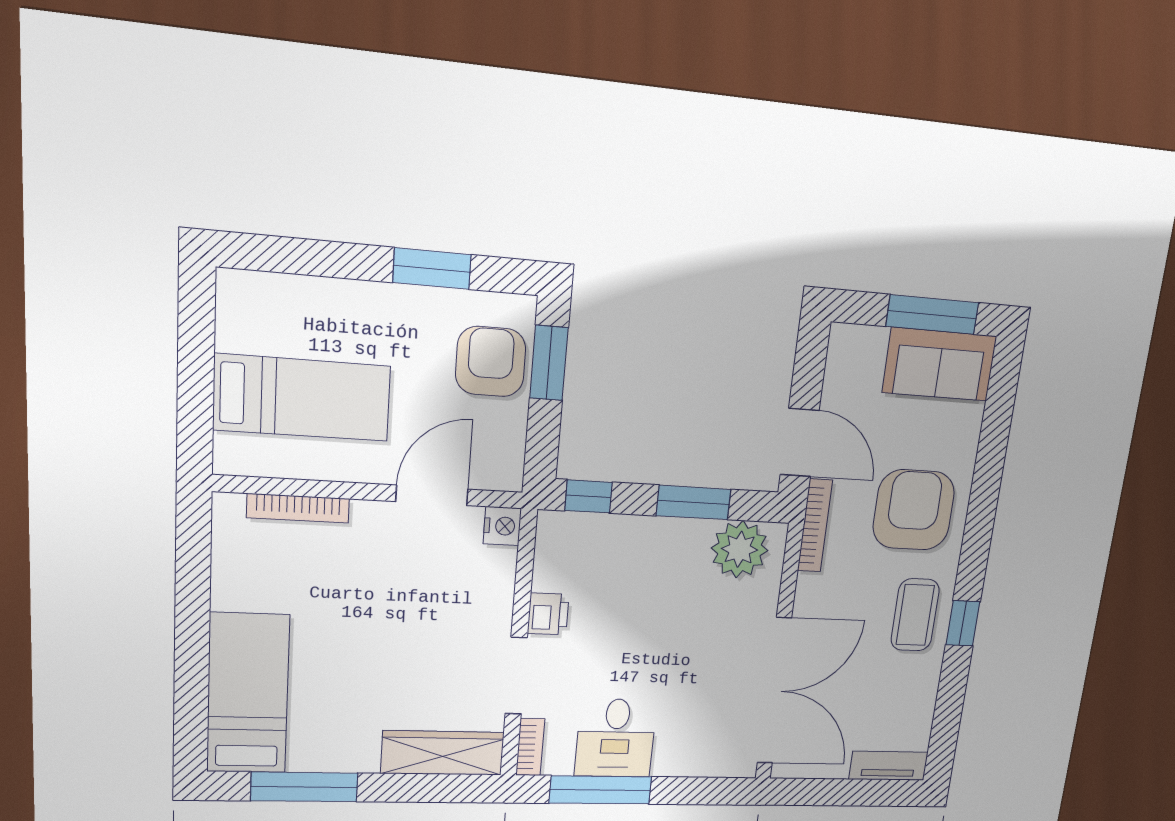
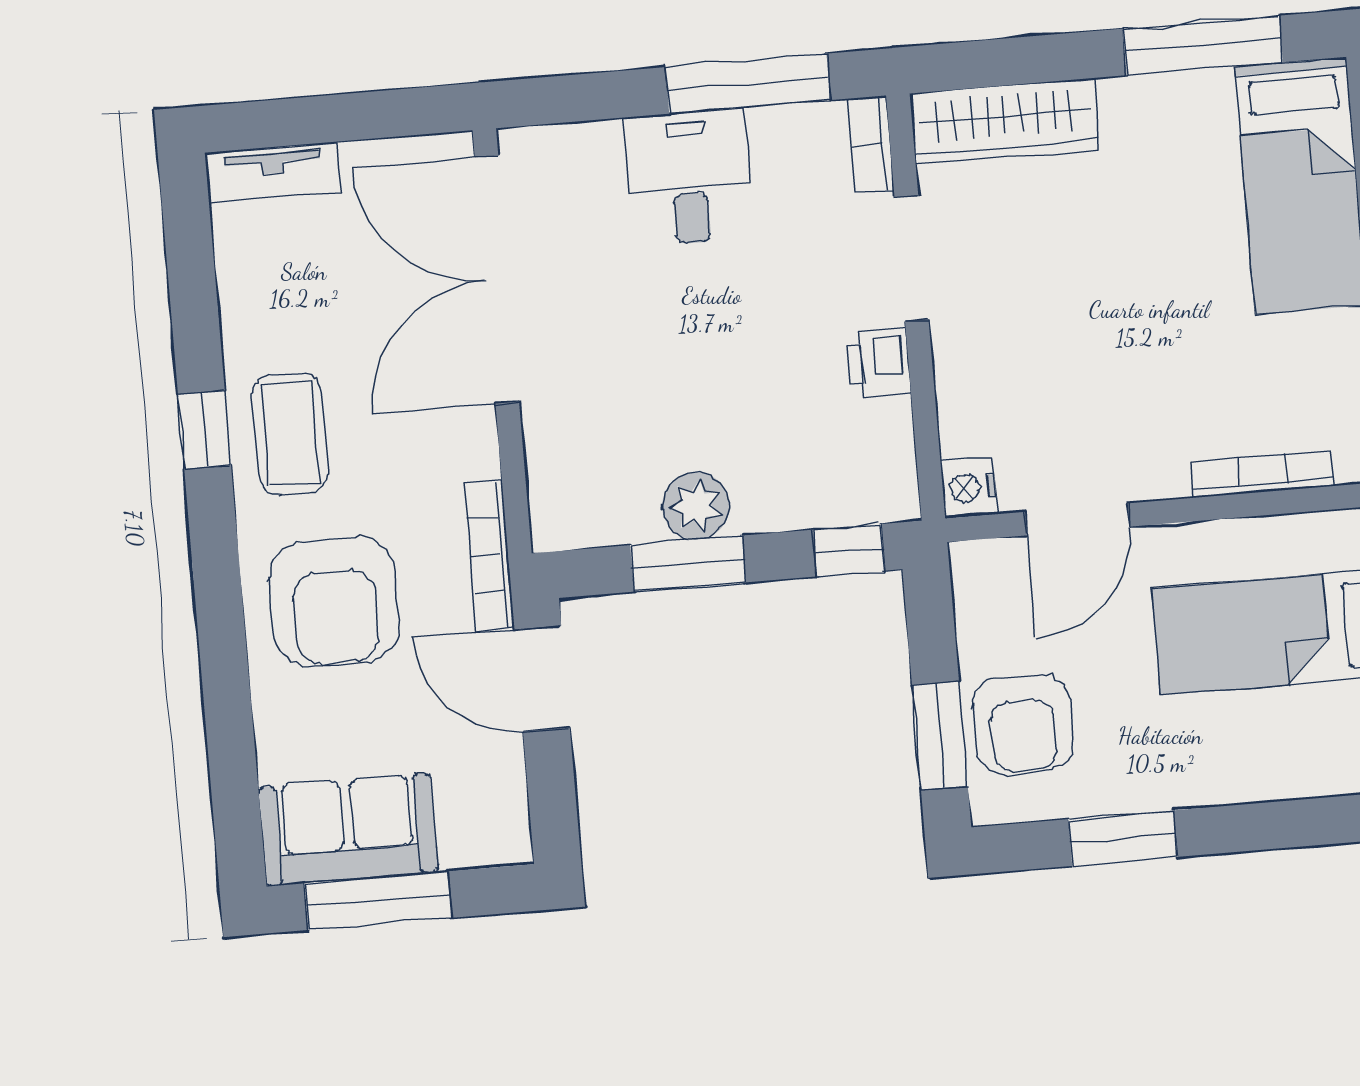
plant: (740, 549) -> (696, 506), moved, width x0.73, depth x0.73
desk: (616, 738) -> (689, 178), moved

